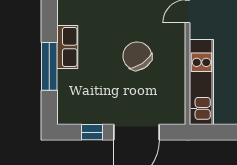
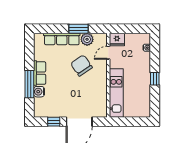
chair: (137, 56) -> (81, 65), moved
water cooler: (66, 80) -> (39, 92), added

